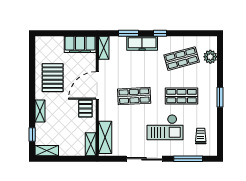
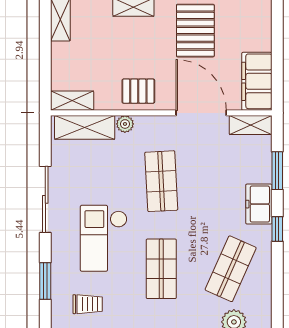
freezer: (142, 43) -> (259, 204), width x0.71
shop shelf: (182, 59) -> (231, 269), turned 39
pallet: (53, 78) -> (195, 31), turned 90
door: (97, 86) -> (201, 113), moved
plant: (103, 116) -> (125, 124), added
window: (188, 159) -> (45, 281), width x0.69

